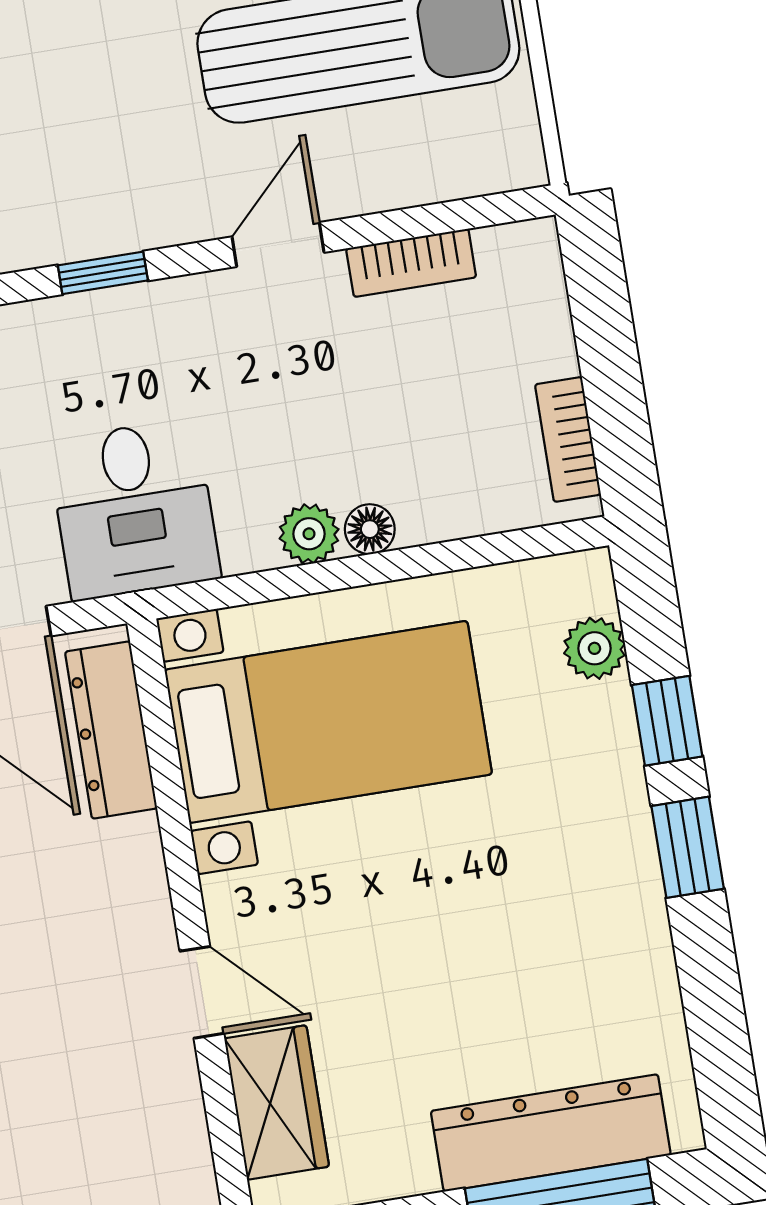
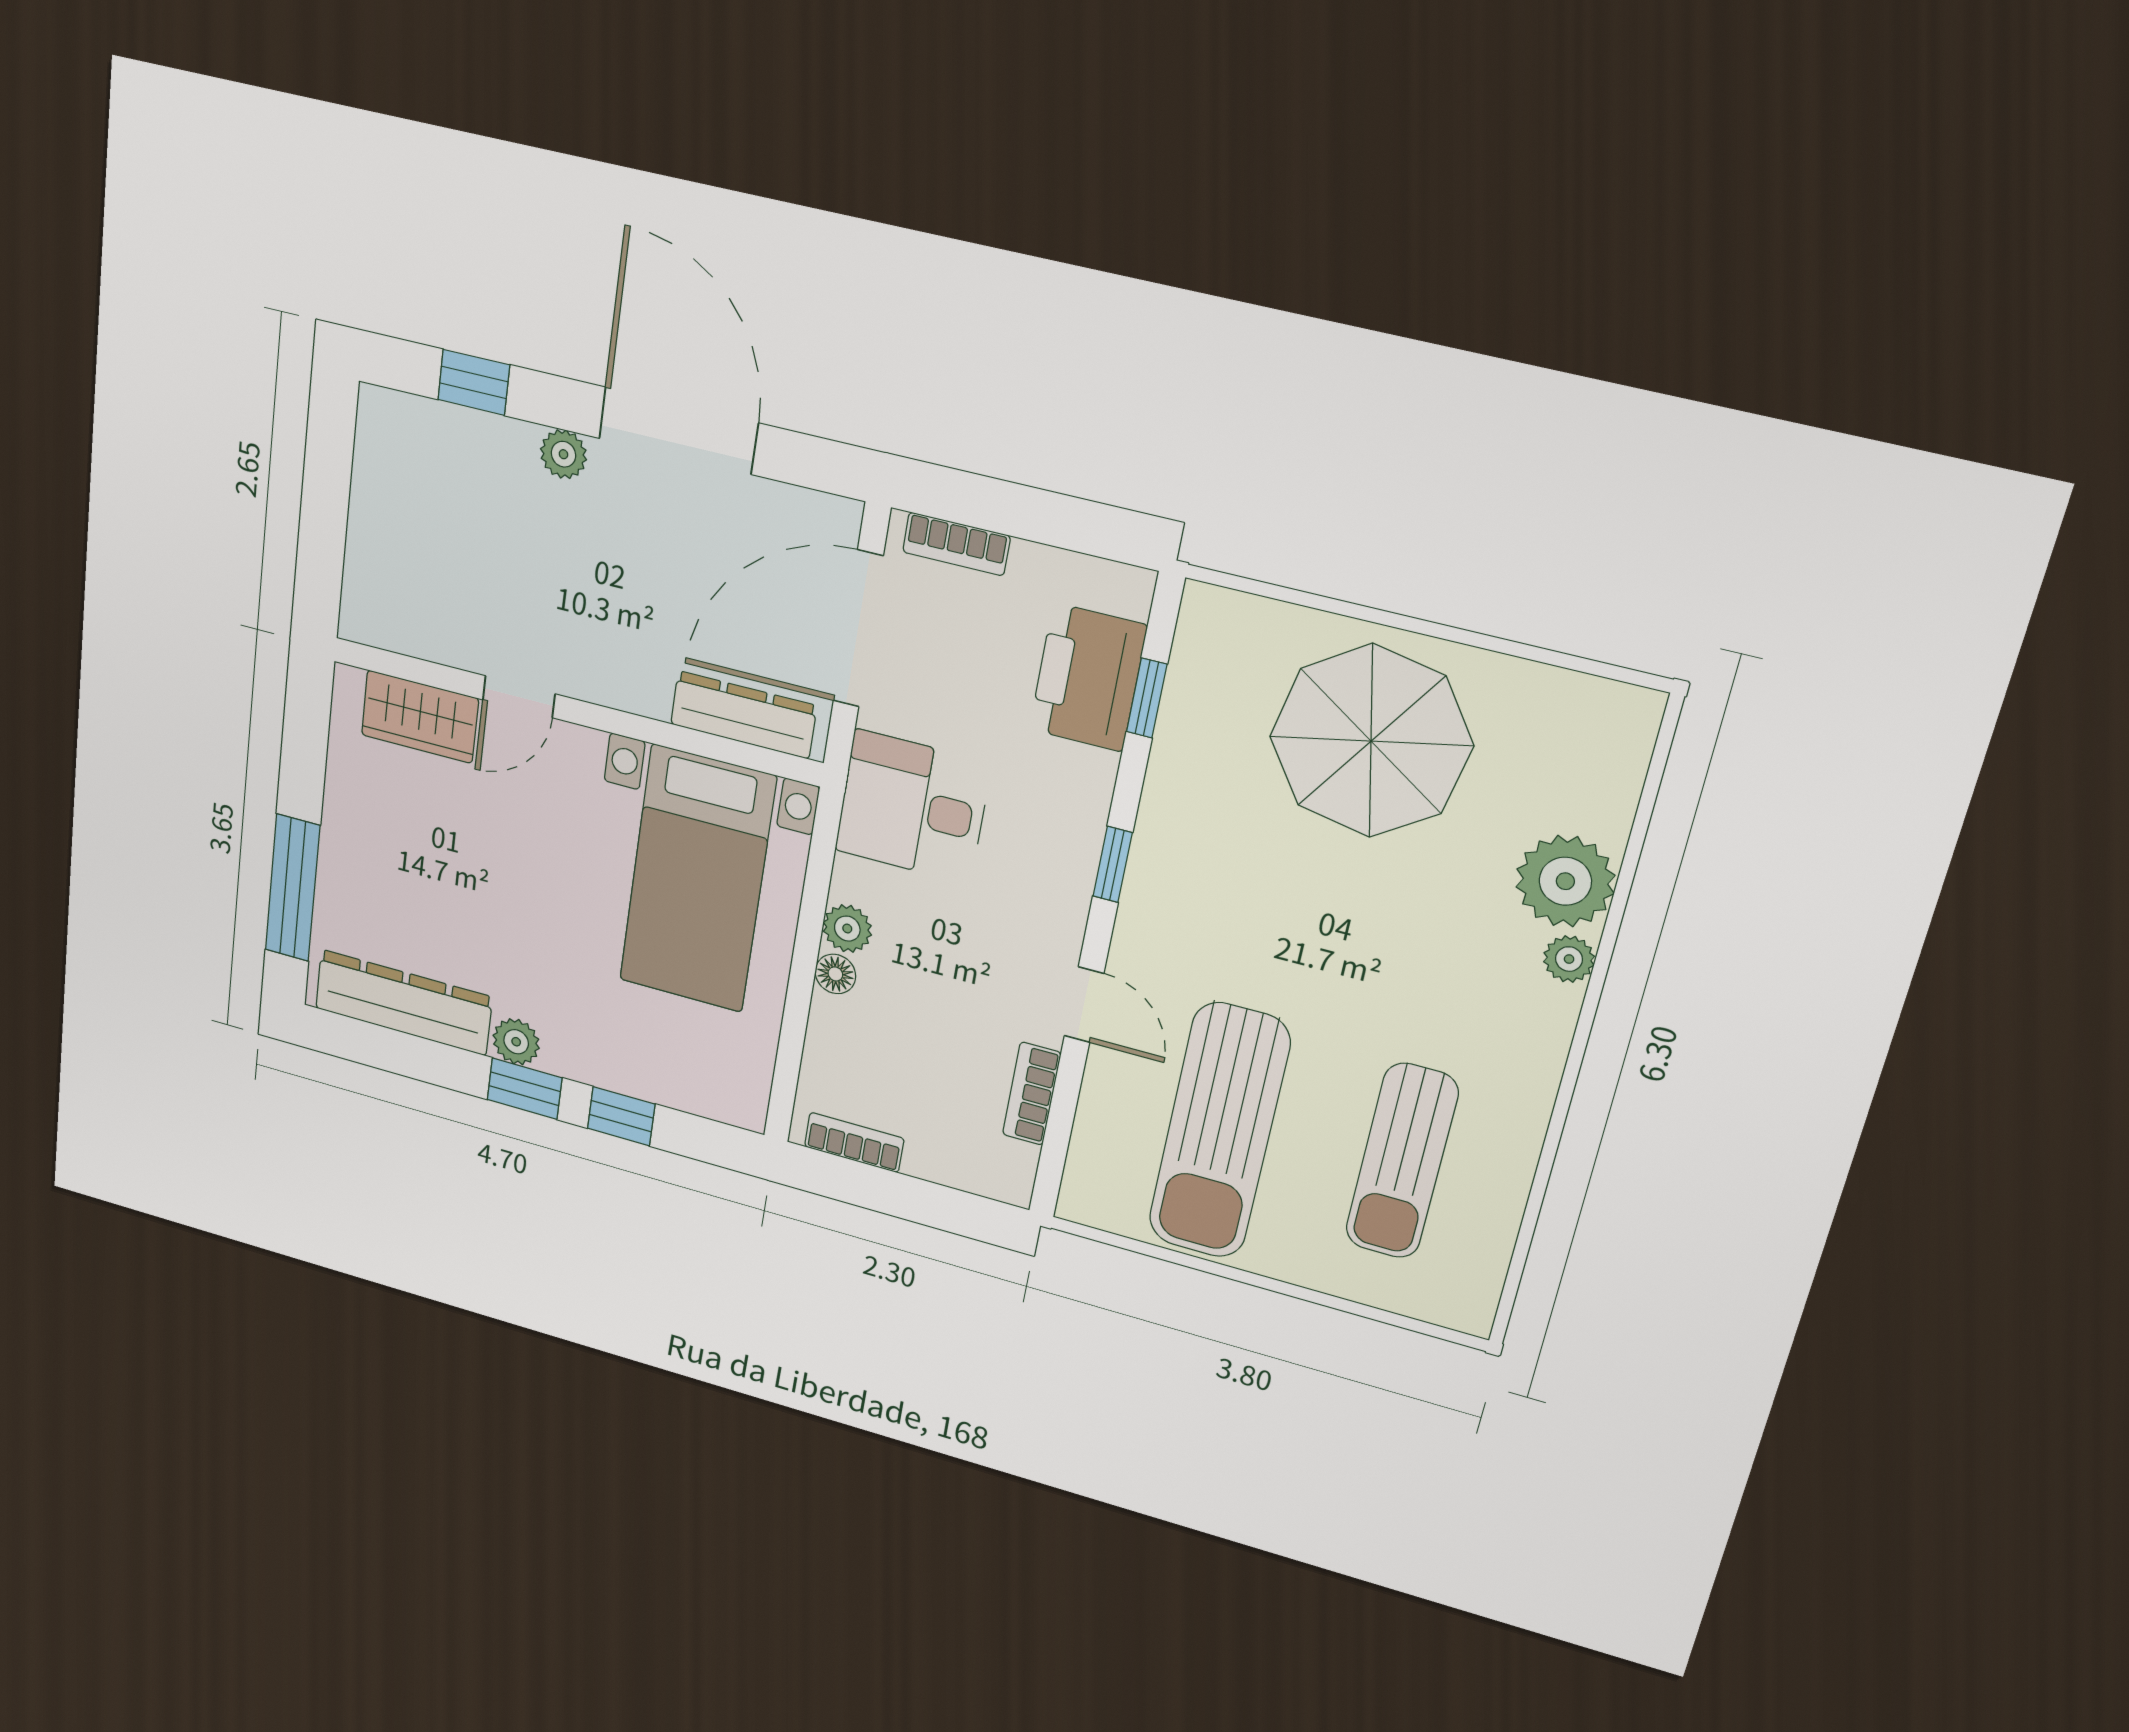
plant: (594, 648) -> (516, 1042), moved
dresser: (551, 1133) -> (403, 1003), moved, turned -90

